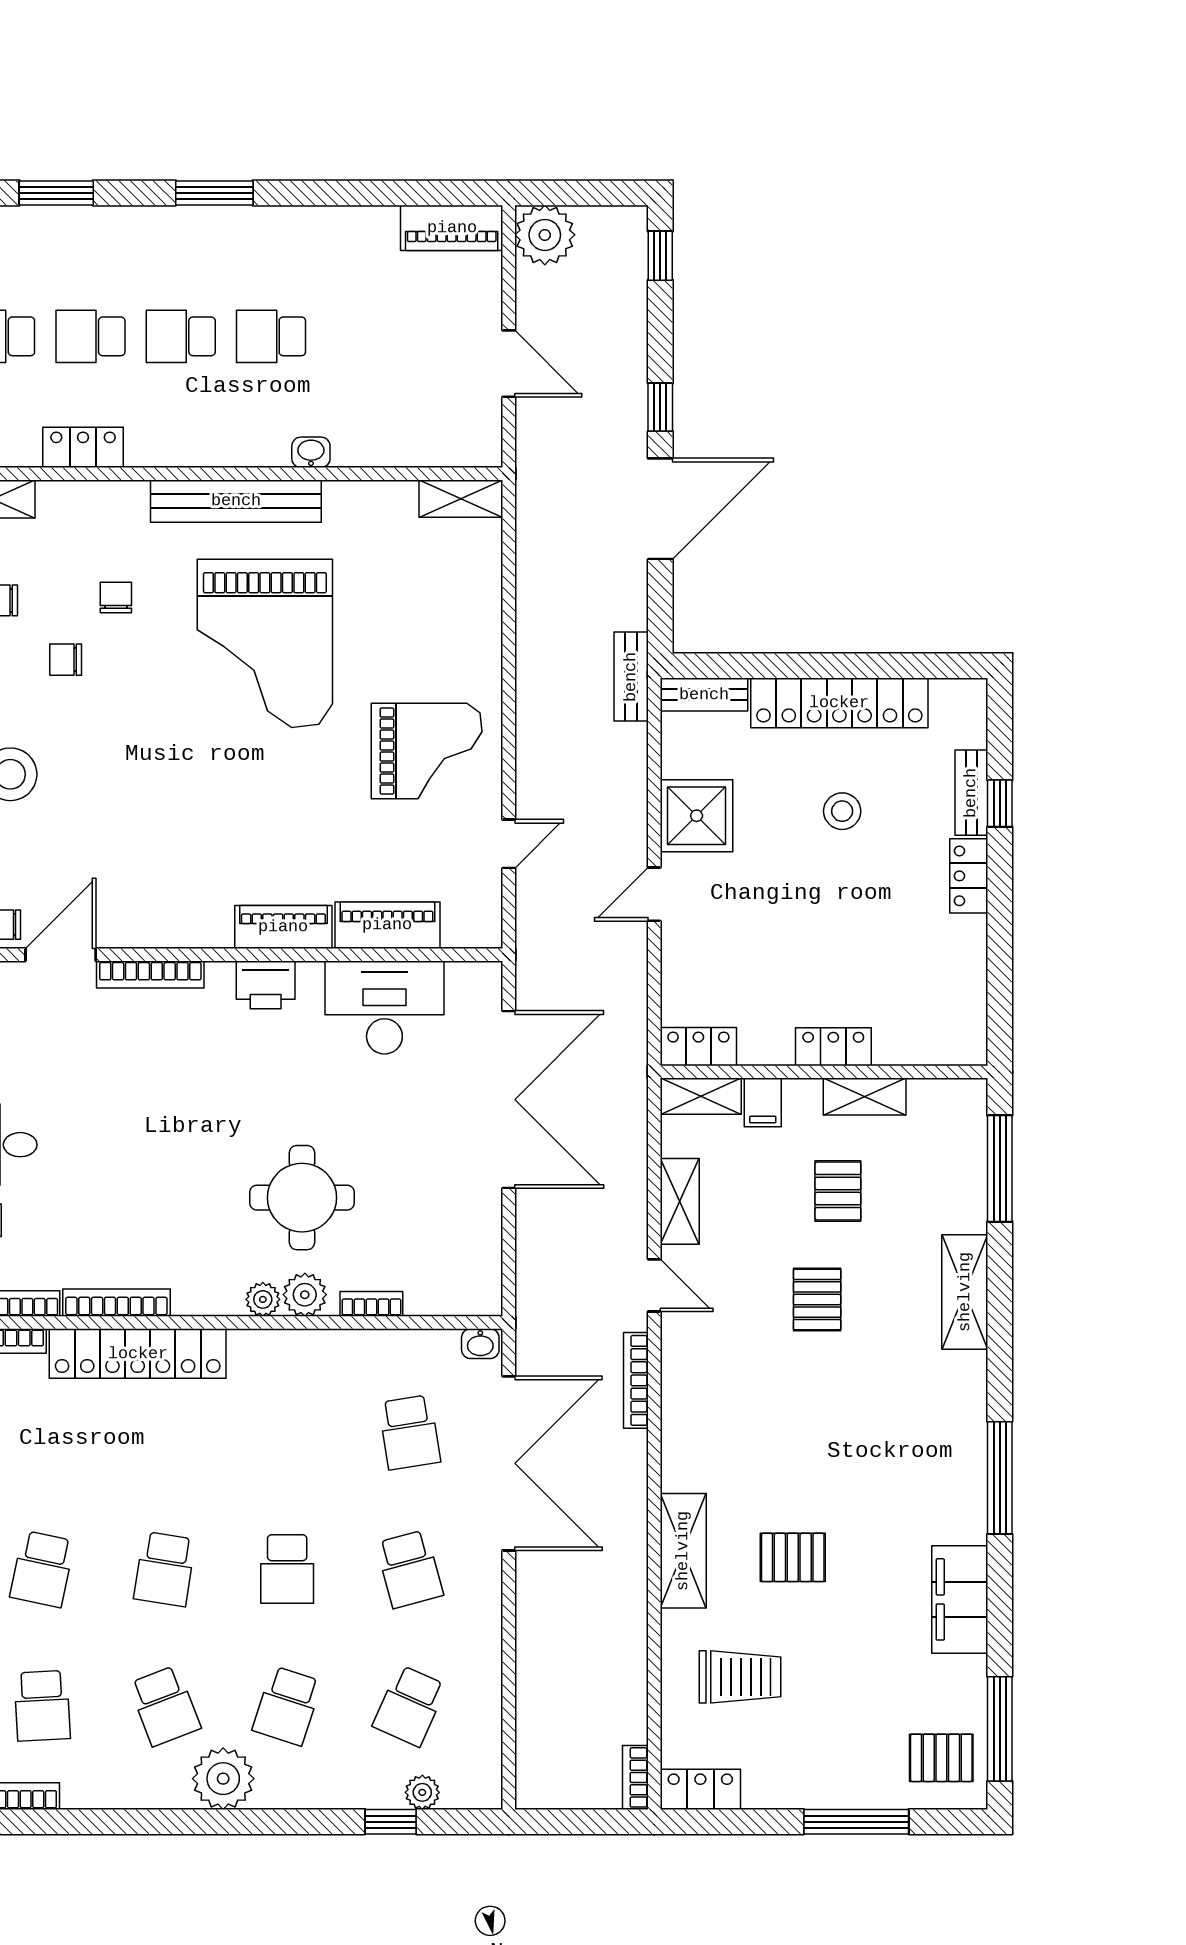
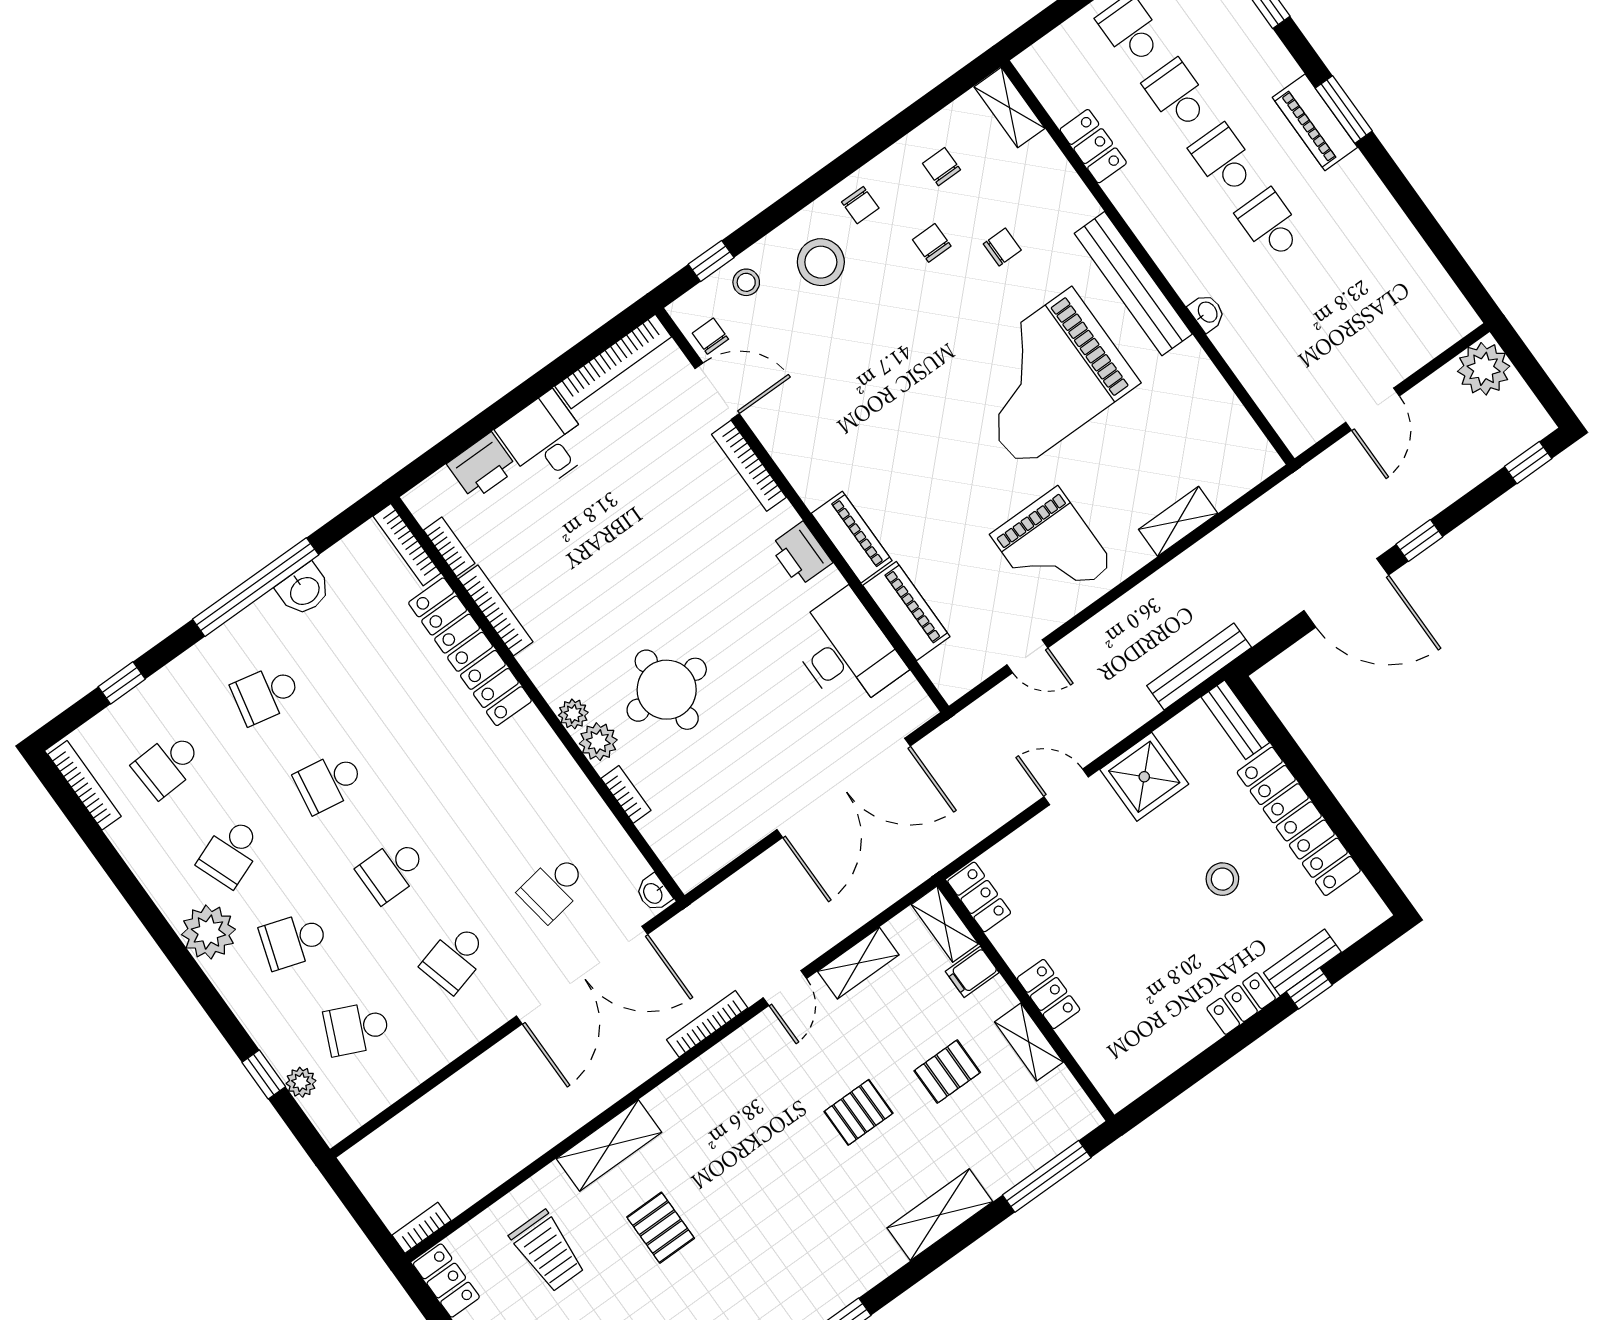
piano: (452, 228) -> (1315, 122), moved
shelving: (461, 499) -> (1178, 521), moved, turned 90
bench: (631, 677) -> (1199, 666), width x1.36

